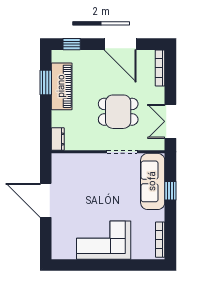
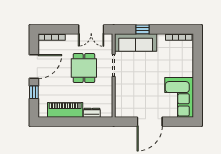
window: (72, 44) -> (34, 92), moved
window: (46, 82) -> (62, 122), removed
dresser: (58, 139) -> (92, 113), moved
corner sofa: (104, 240) -> (179, 97), moved

